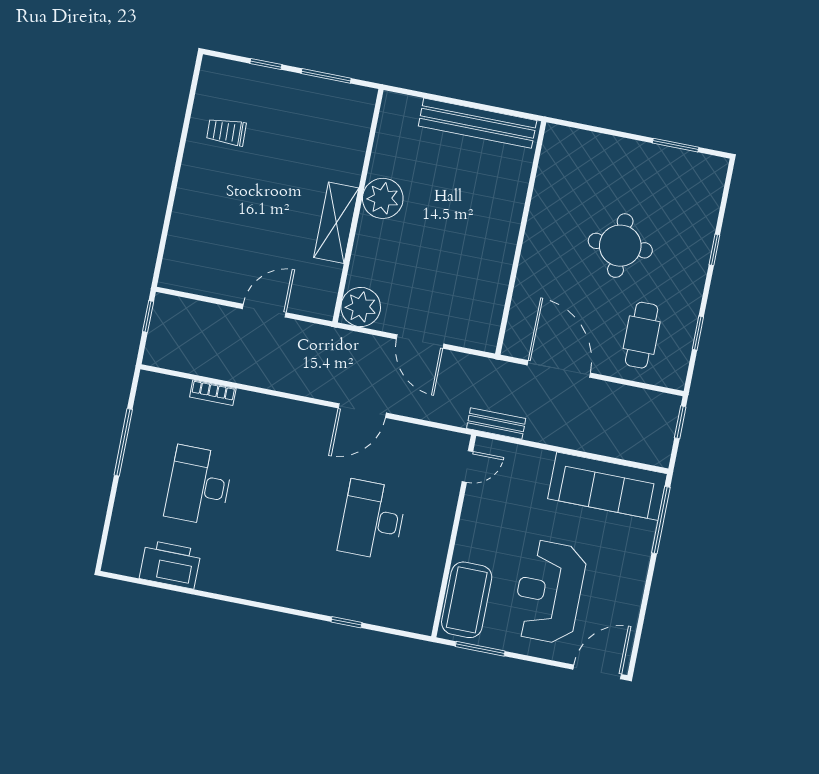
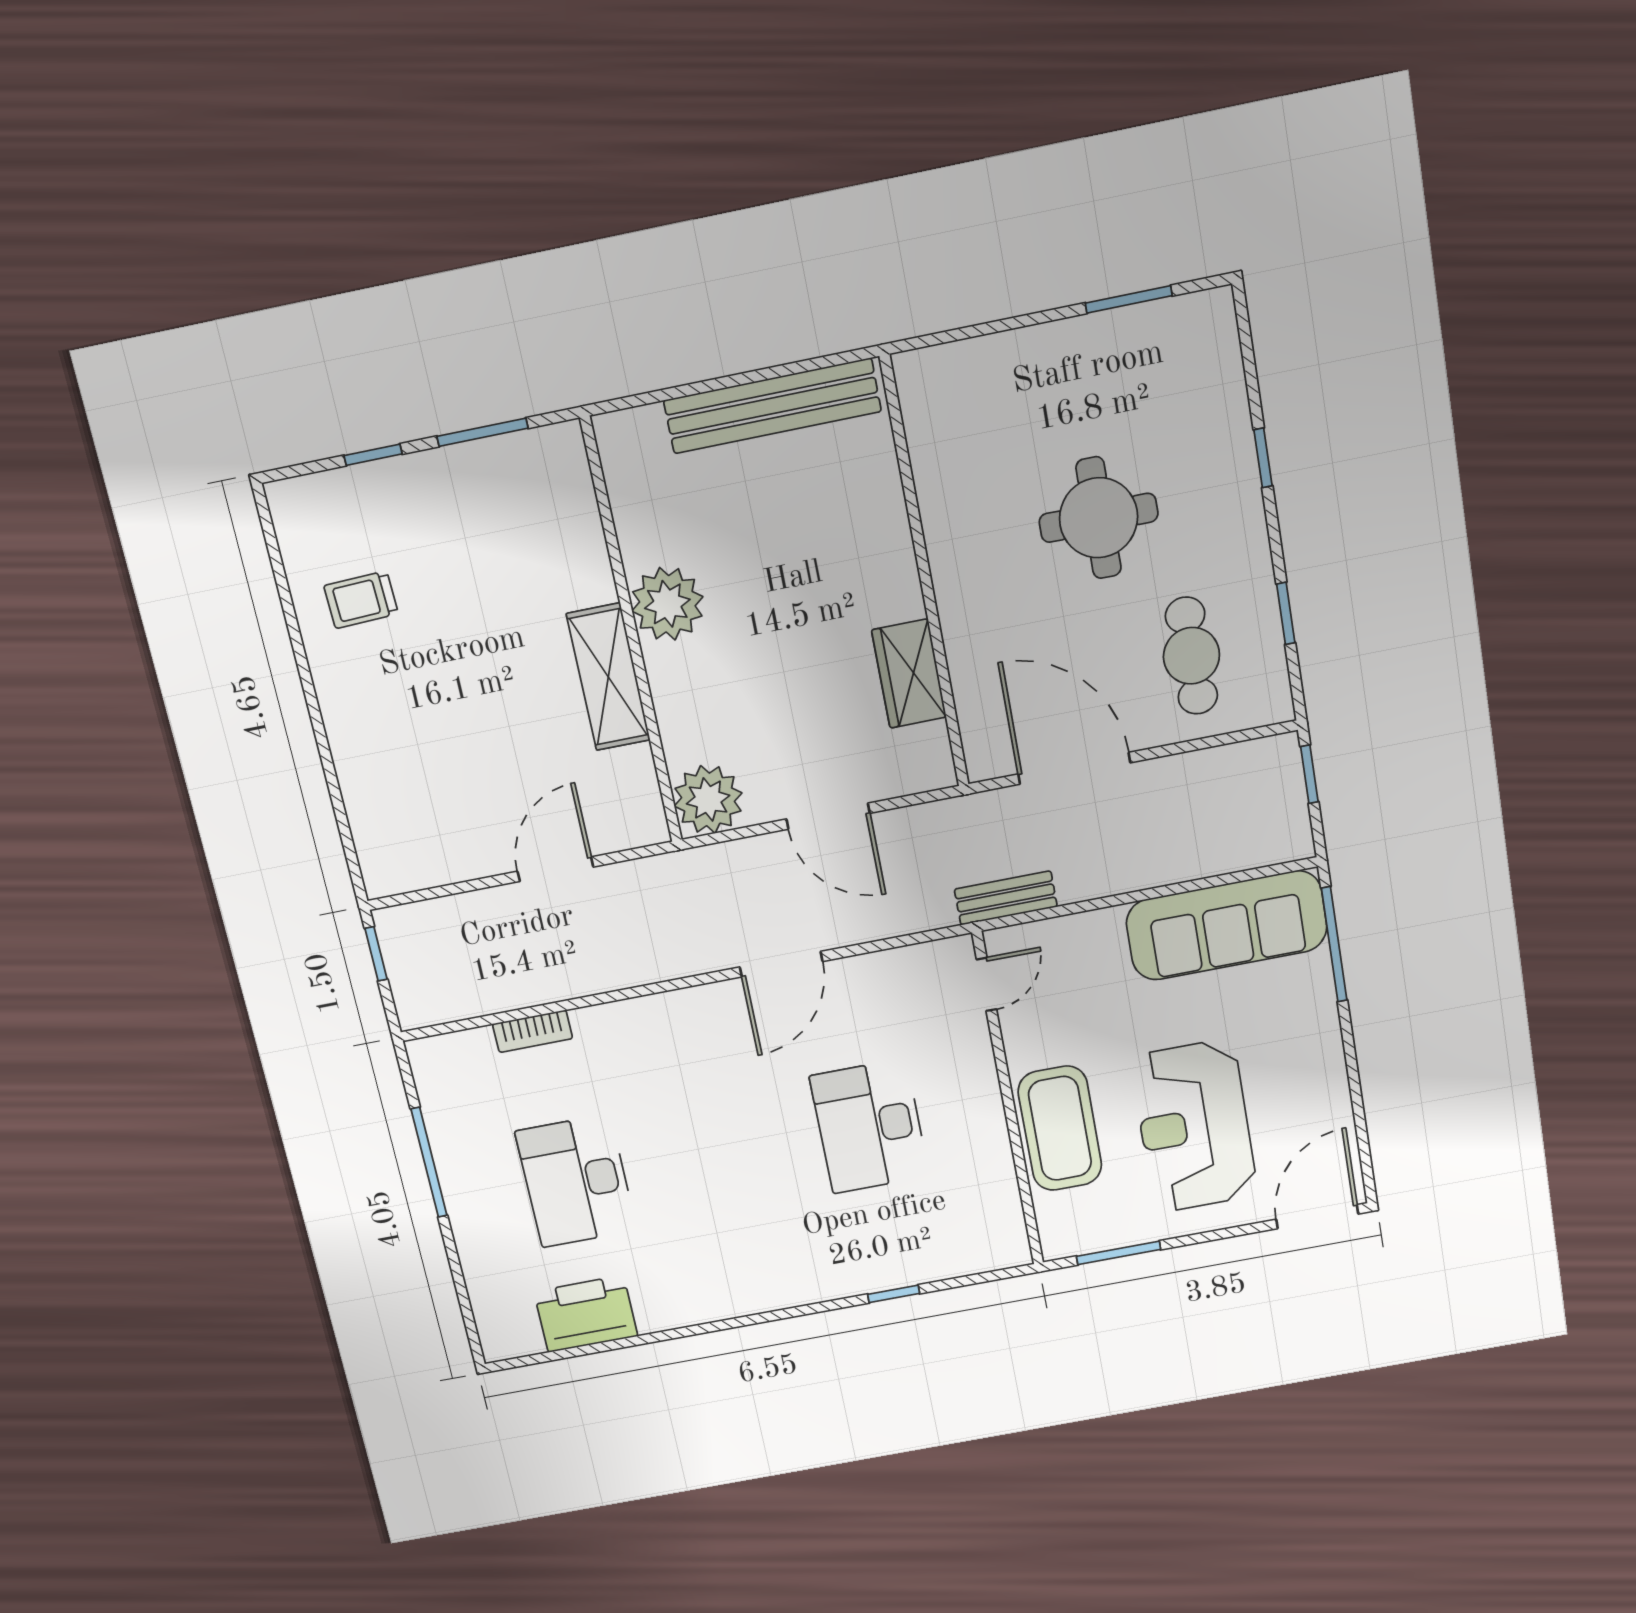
wardrobe: (492, 285) -> (909, 674), added
coffee table: (467, 600) -> (1060, 1128), moved

